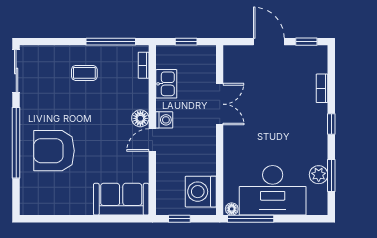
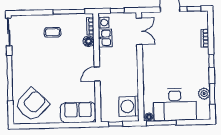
double door: (220, 104) -> (139, 31), moved
floor lamp: (140, 118) -> (89, 41), moved
washing machine: (164, 120) -> (103, 23), moved
armchair: (54, 151) -> (32, 104), moved, turned 135

